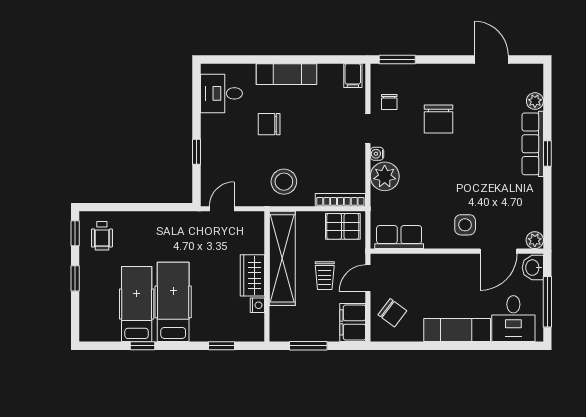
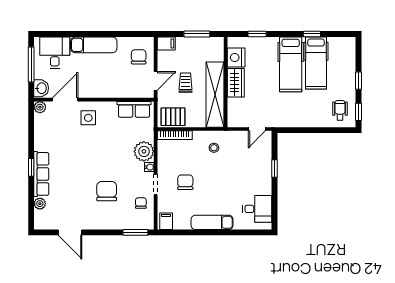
chair: (269, 124) -> (185, 182), moved, turned -90
stool: (284, 182) -> (214, 148), width x0.53, depth x0.53
nightstand: (257, 305) -> (236, 58), width x1.89, depth x1.79
chair: (392, 313) -> (139, 57), turned 53
filing cabinet: (353, 322) -> (166, 43), width x0.50

